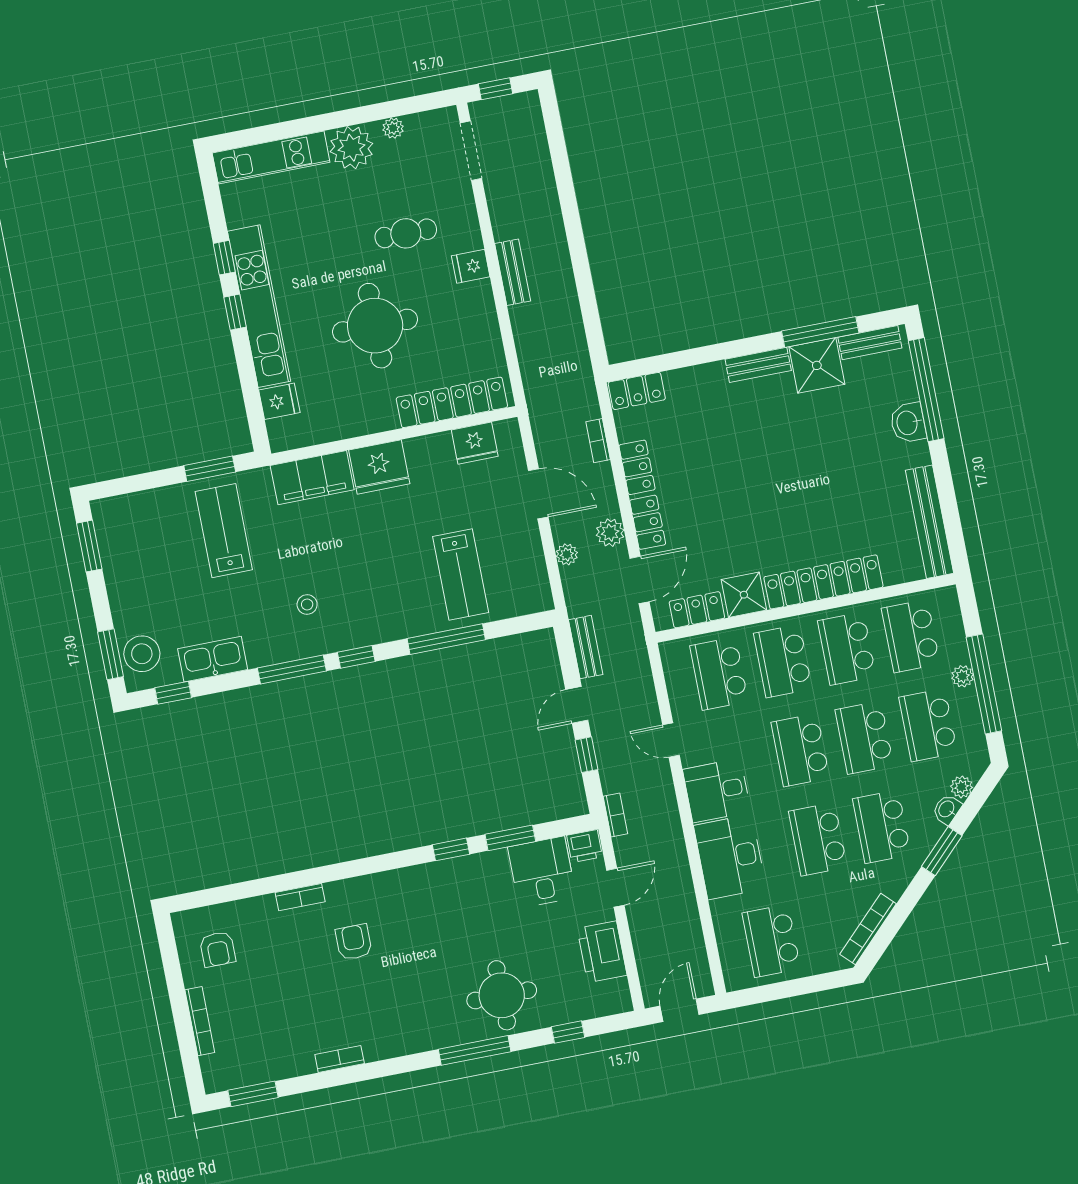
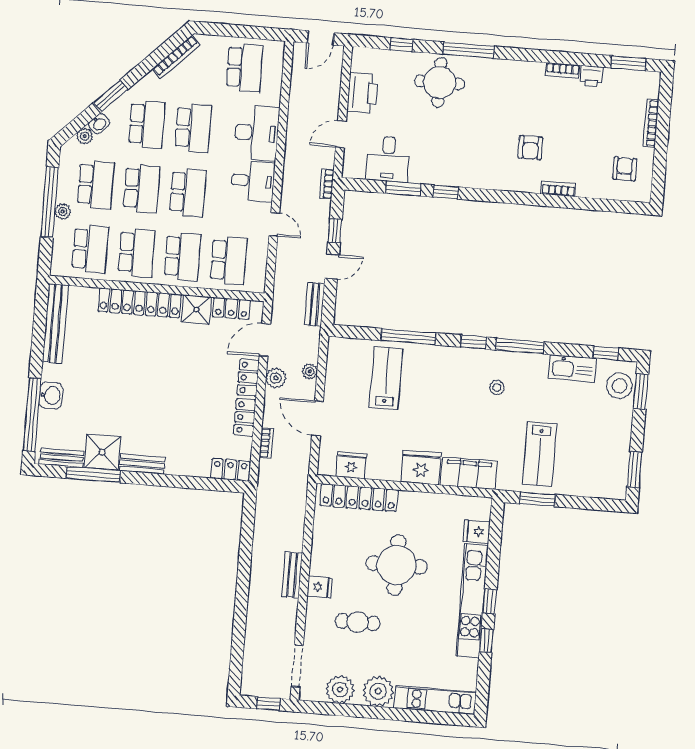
plant: (393, 128) -> (340, 689), width x1.87, depth x1.87
printer: (585, 846) -> (591, 76), moved, turned 180

